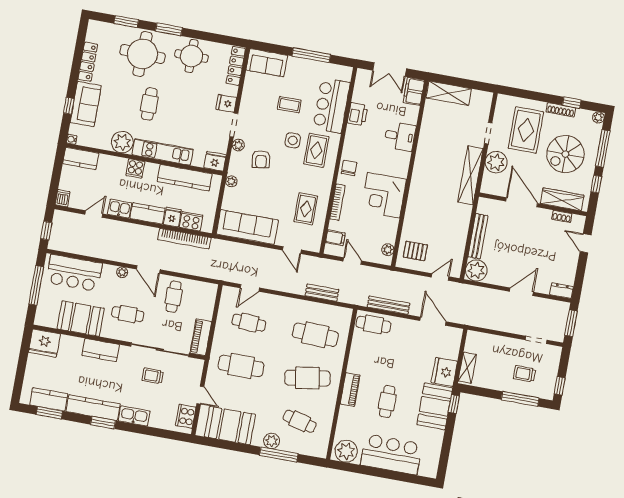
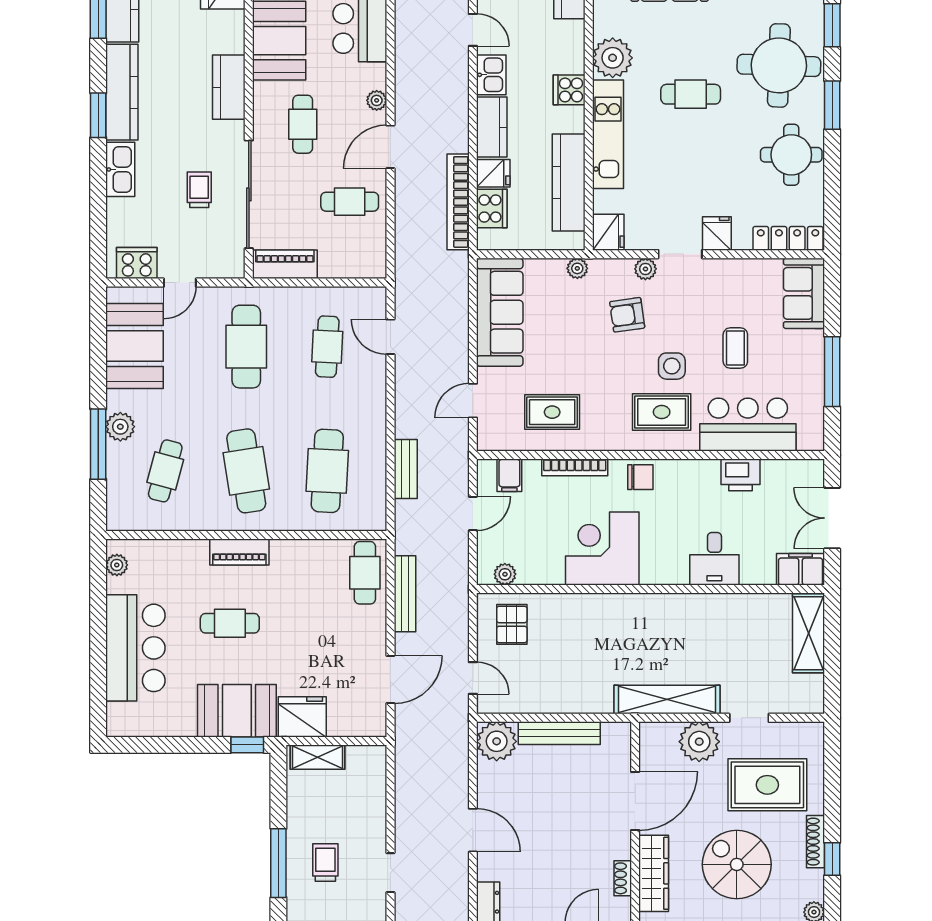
plant: (346, 451) -> (117, 565), width x0.53, depth x0.53

